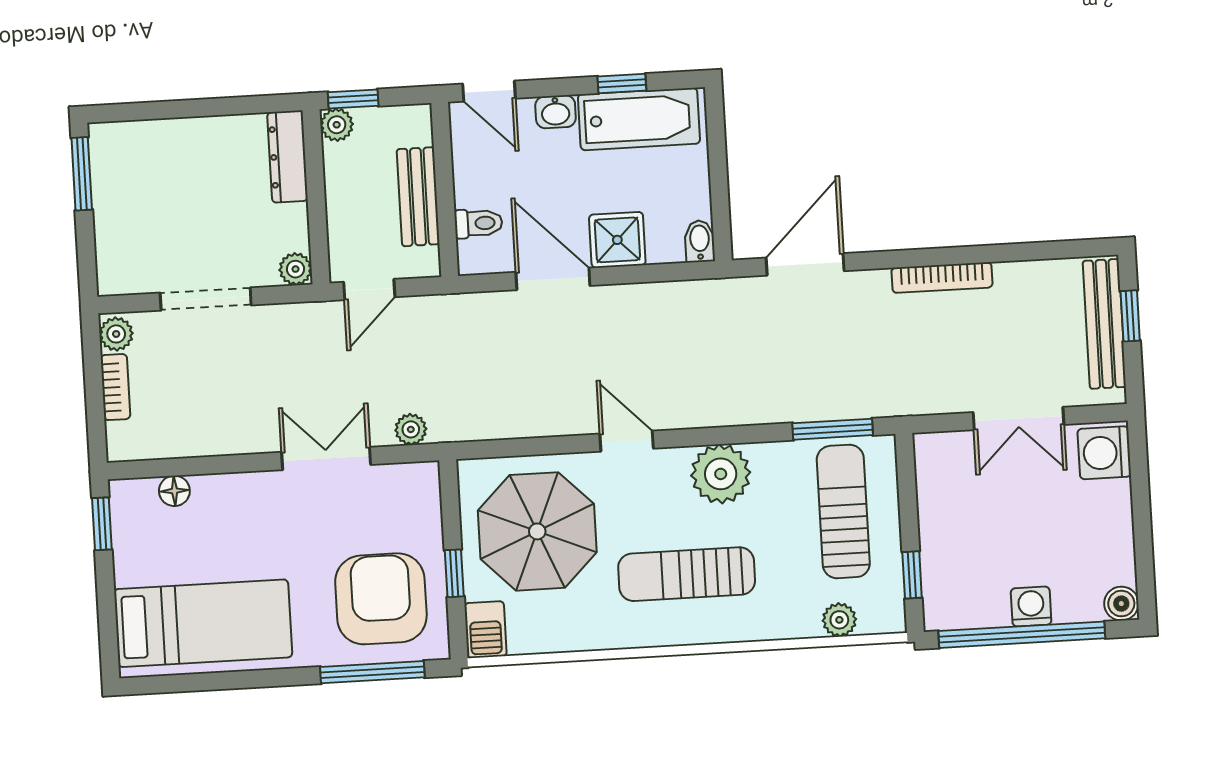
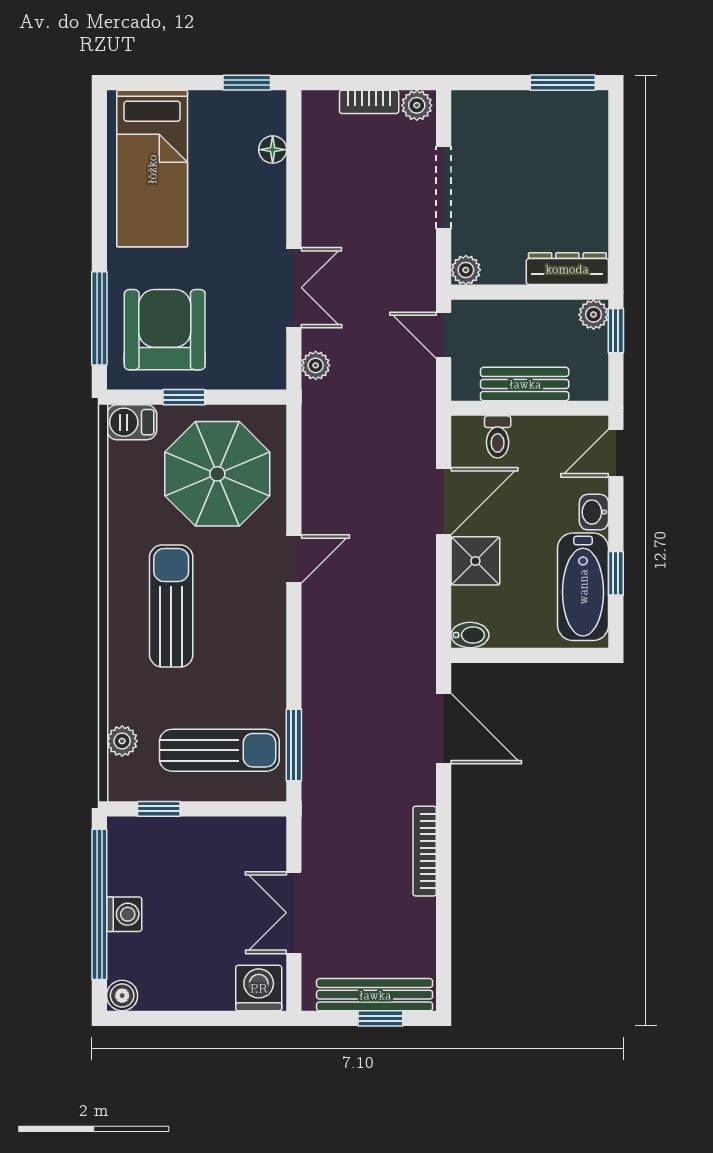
plant: (721, 474) -> (260, 642), removed
armchair: (381, 599) -> (165, 330), turned -90

